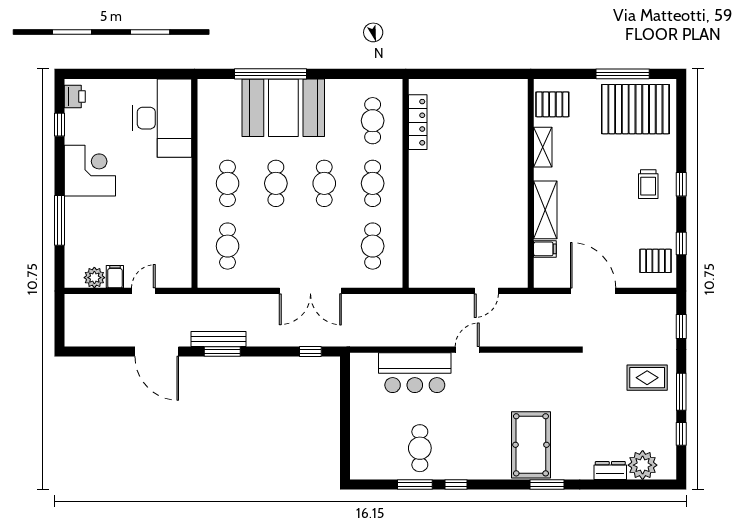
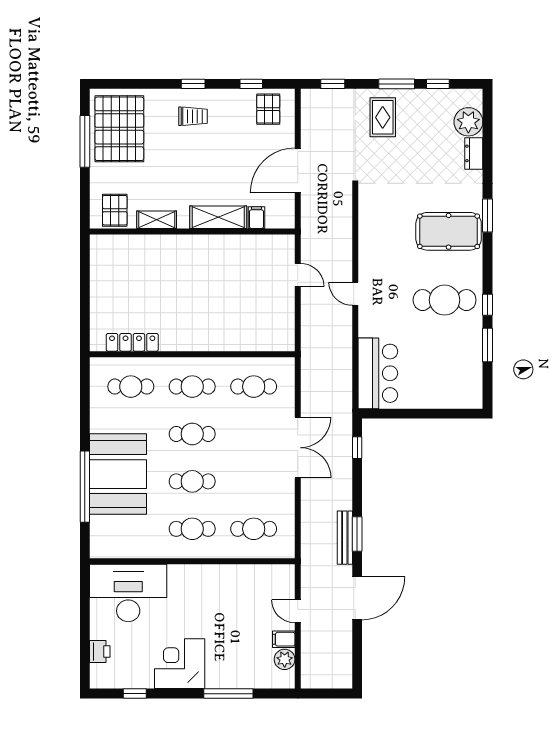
printer: (75, 97) -> (100, 652), moved, turned 90
bar counter: (415, 373) -> (378, 373), moved
cafe table: (420, 448) -> (445, 300), moved, width x1.37, depth x1.35

